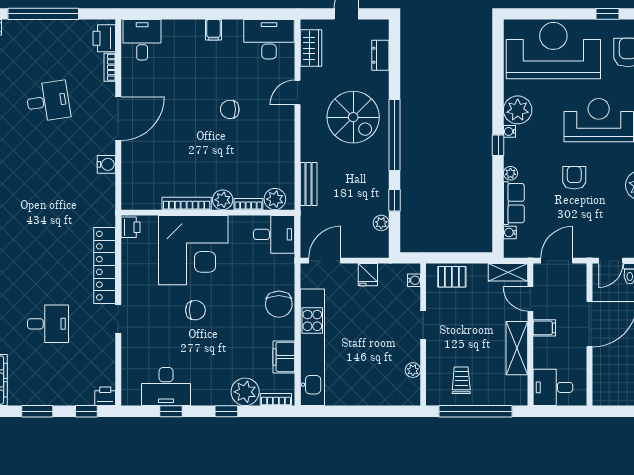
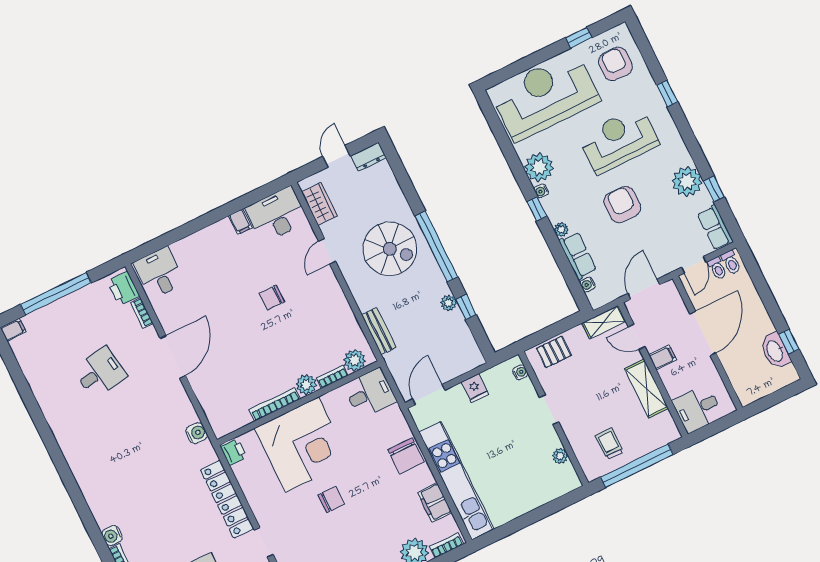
filing cabinet: (214, 30) -> (240, 222), moved
dresser: (380, 55) -> (369, 157), moved, turned -90
water cooler: (106, 164) -> (197, 433), moved
armchair: (574, 178) -> (622, 205), width x1.38, depth x1.38
plant: (381, 223) -> (449, 303), moved

